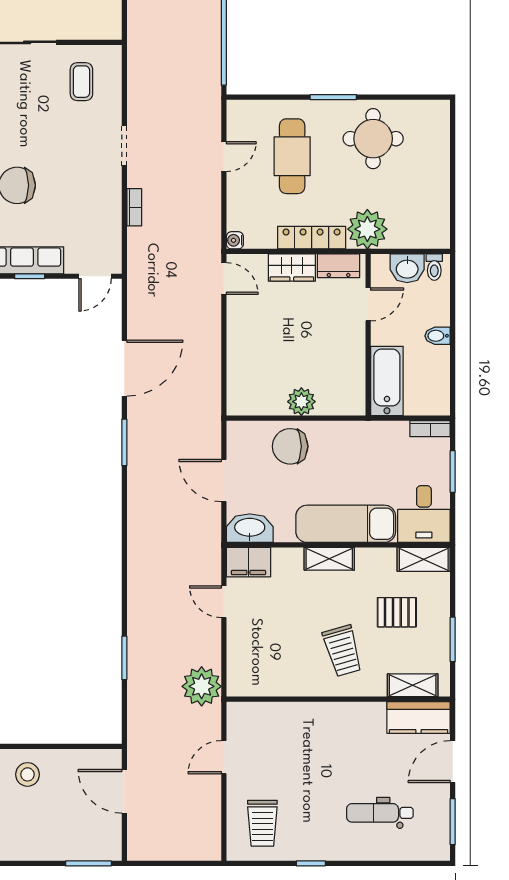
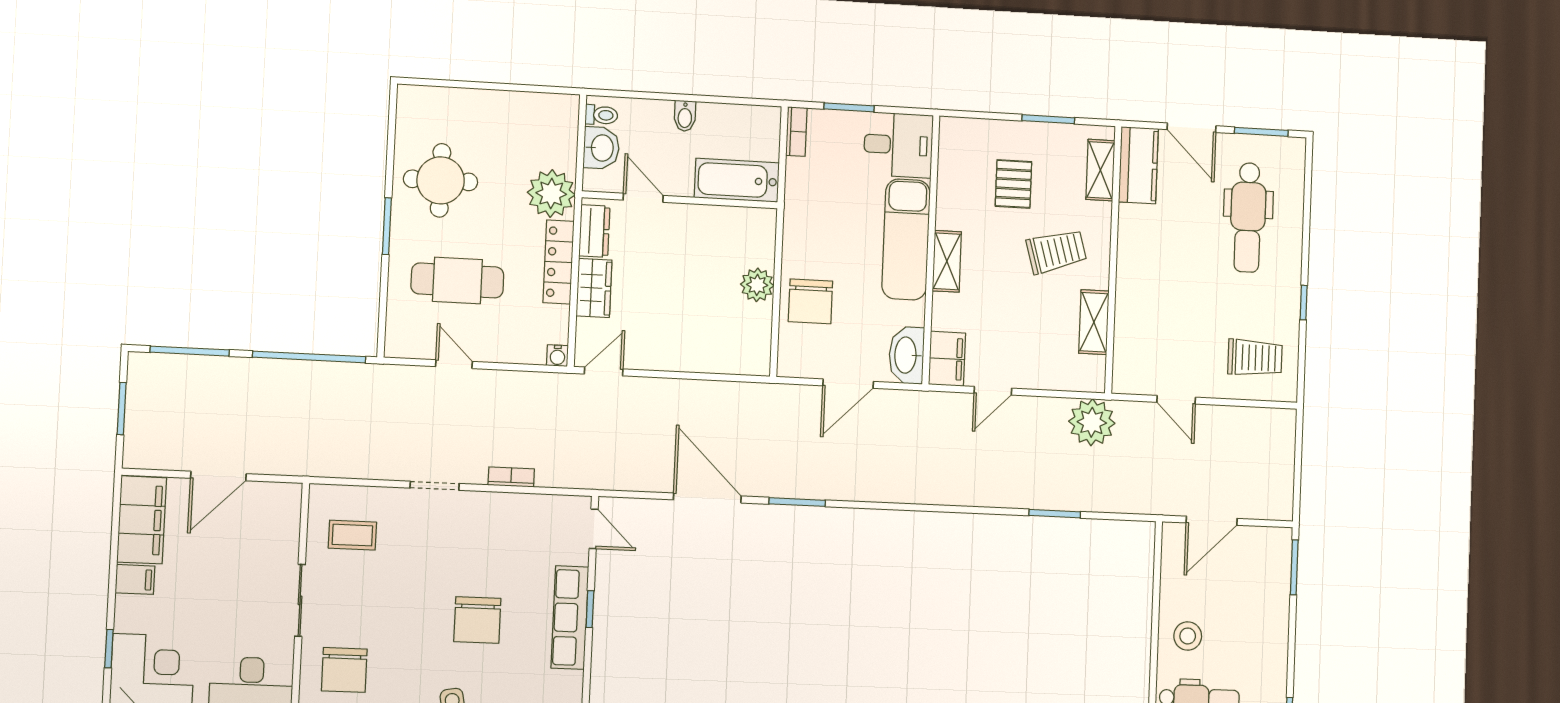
shelving: (424, 559) -> (1094, 322), moved
dental chair: (380, 813) -> (1248, 217), width x1.36, depth x1.38

